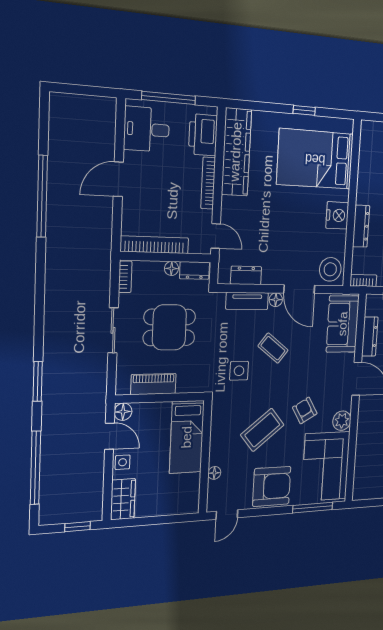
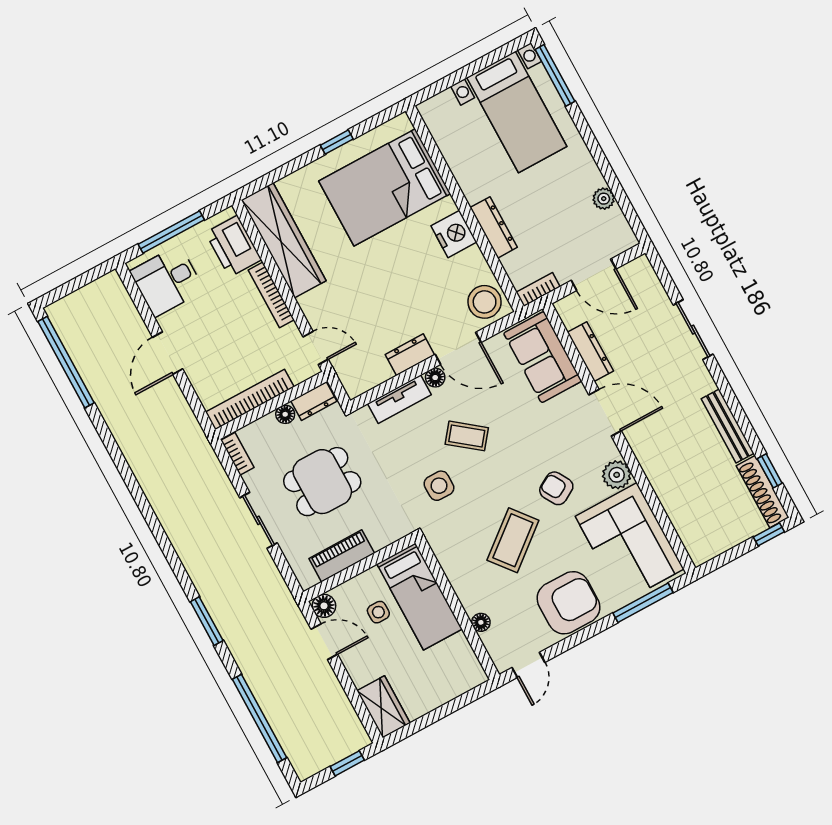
window: (42, 196) -> (66, 362), moved
dresser: (246, 275) -> (410, 355), moved
side table: (123, 462) -> (378, 612), moved

